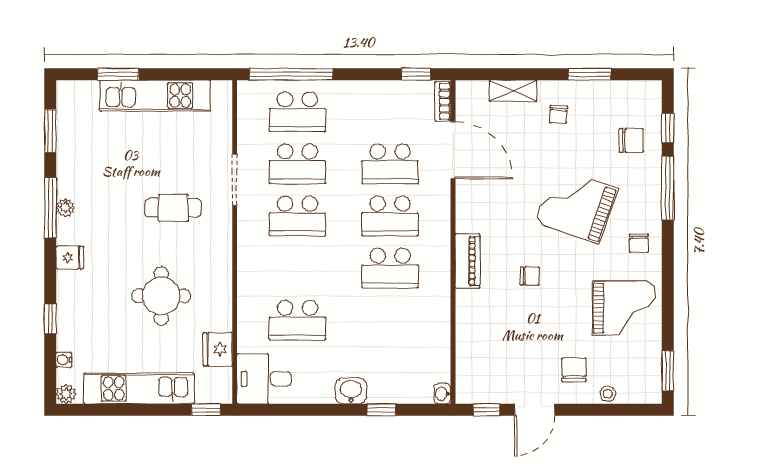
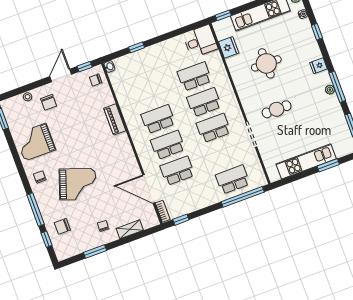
school desk: (297, 164) -> (204, 102), moved
piano: (468, 261) -> (115, 119), moved
chair: (530, 276) -> (96, 80), moved
washbasin: (351, 391) -> (155, 51), removed

